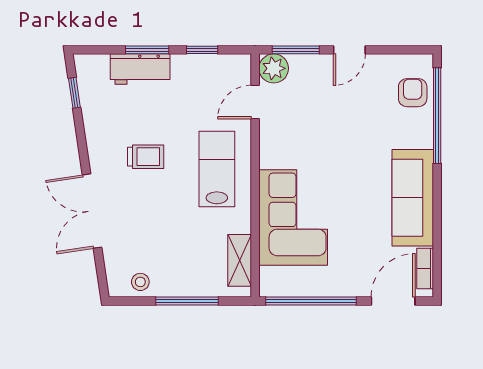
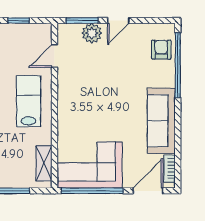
plant: (274, 68) -> (92, 33), moved
corner sofa: (293, 218) -> (90, 165), moved, turned -90

